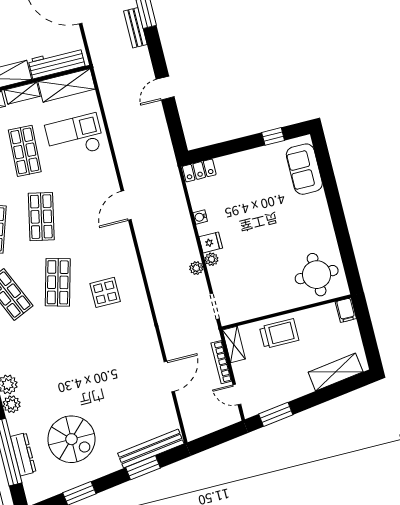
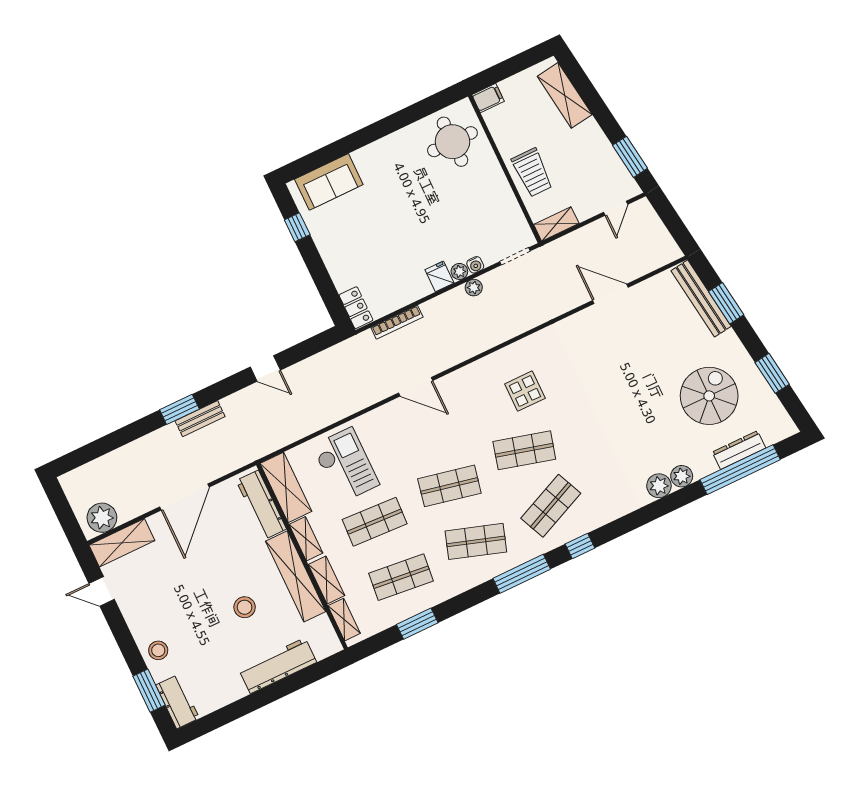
checkout: (75, 137) -> (346, 465), turned 180
water cooler: (200, 217) -> (475, 265), moved
trolley: (279, 334) -> (532, 172), turned 180
bookcase: (221, 362) -> (397, 322), moved

